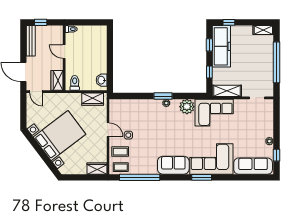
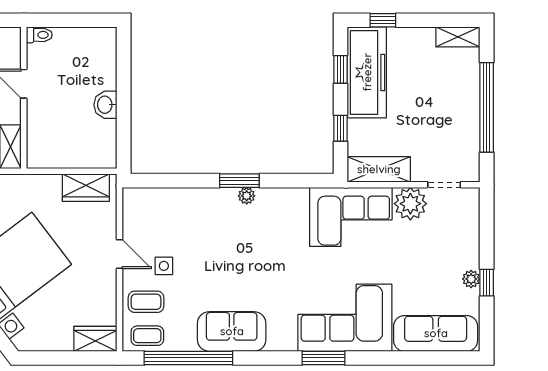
washbasin: (102, 80) -> (105, 105), moved
toilet: (75, 83) -> (47, 152), removed
plant: (187, 107) -> (410, 204), moved
window: (276, 155) -> (487, 283), moved
sofa: (173, 165) -> (232, 331), moved

